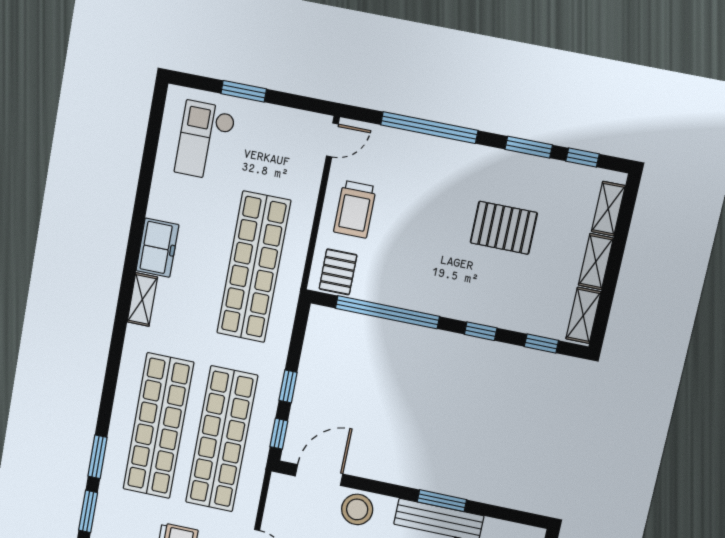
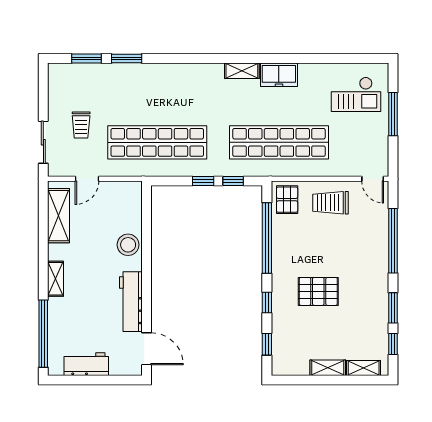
window: (244, 91) -> (393, 114), width x1.44
checkout: (205, 141) -> (356, 94), turned 180
pallet: (504, 228) -> (318, 291), moved, turned 90
pallet: (338, 272) -> (287, 200), turned 90
shelving: (583, 315) -> (291, 368), removed
shop shelf: (158, 426) -> (157, 97), removed
window: (279, 434) -> (233, 181), moved
door: (319, 475) -> (146, 349), moved
window: (442, 501) -> (146, 301), removed

